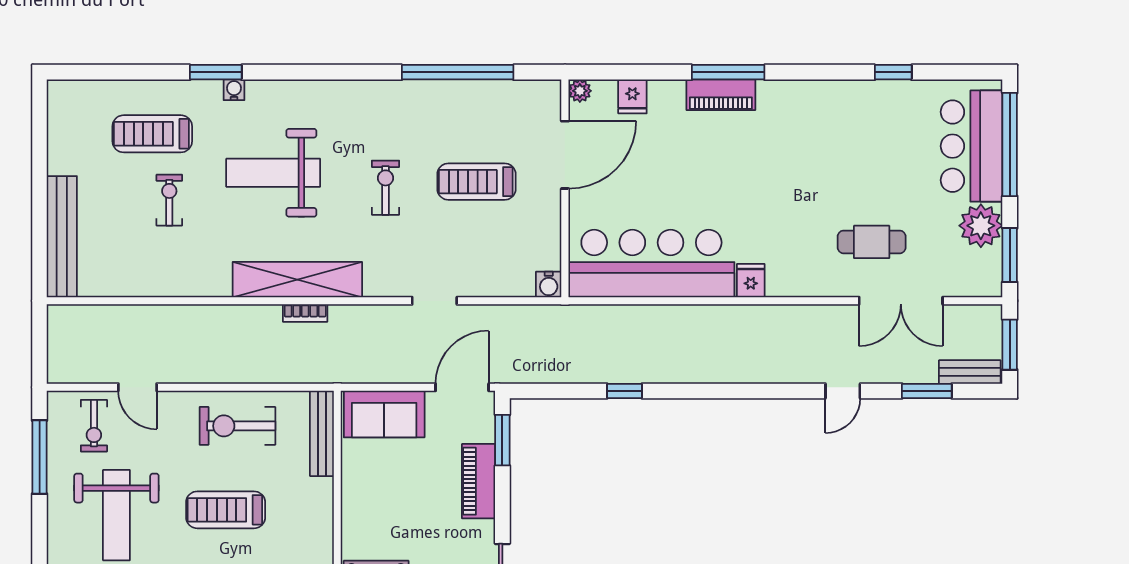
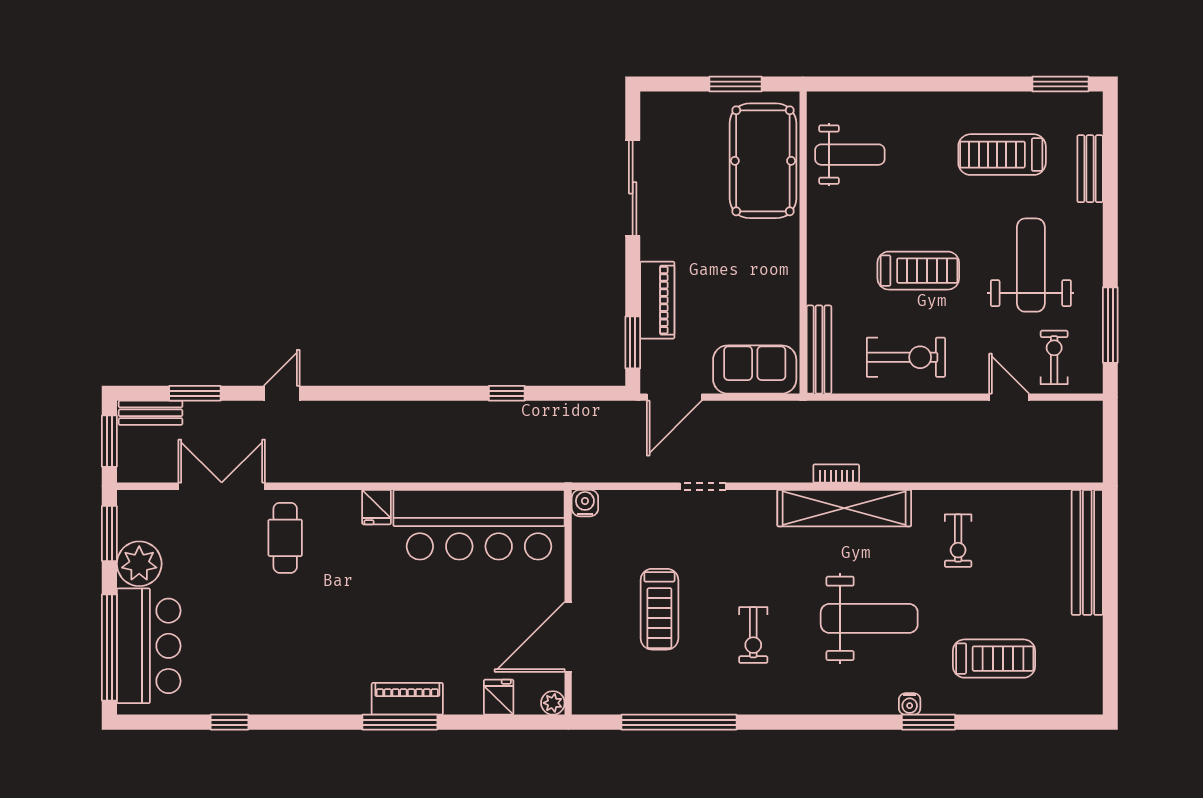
treadmill: (476, 182) -> (659, 609), turned 90
exercise bike: (386, 188) -> (753, 635), moved
exercise bike: (169, 200) -> (958, 541), moved
cafe table: (872, 242) -> (285, 538), moved, turned 90

